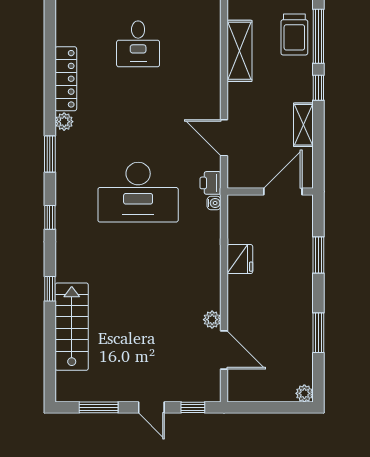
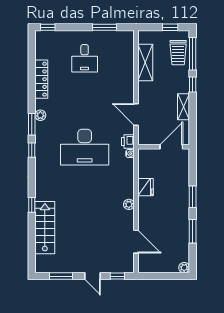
plant: (64, 122) -> (40, 115), moved
window: (50, 217) -> (32, 150), moved
window: (318, 255) -> (193, 197), moved
plant: (212, 320) -> (129, 204), moved

